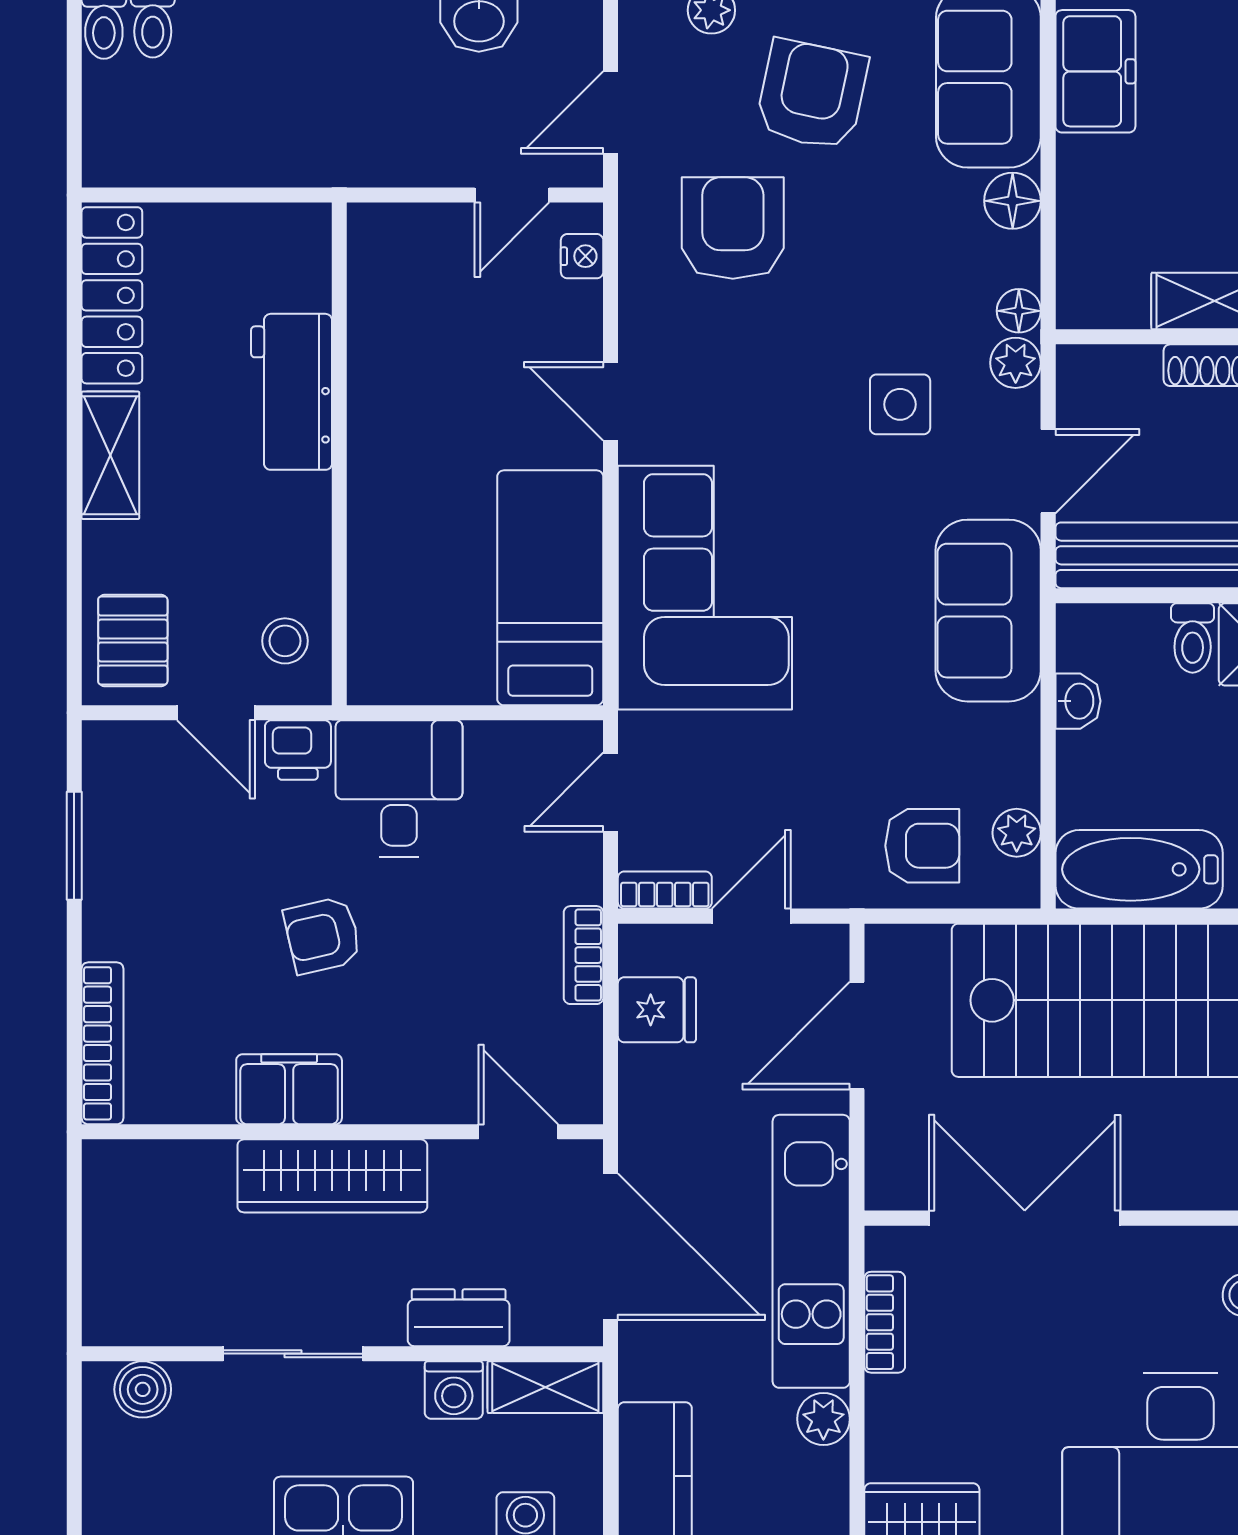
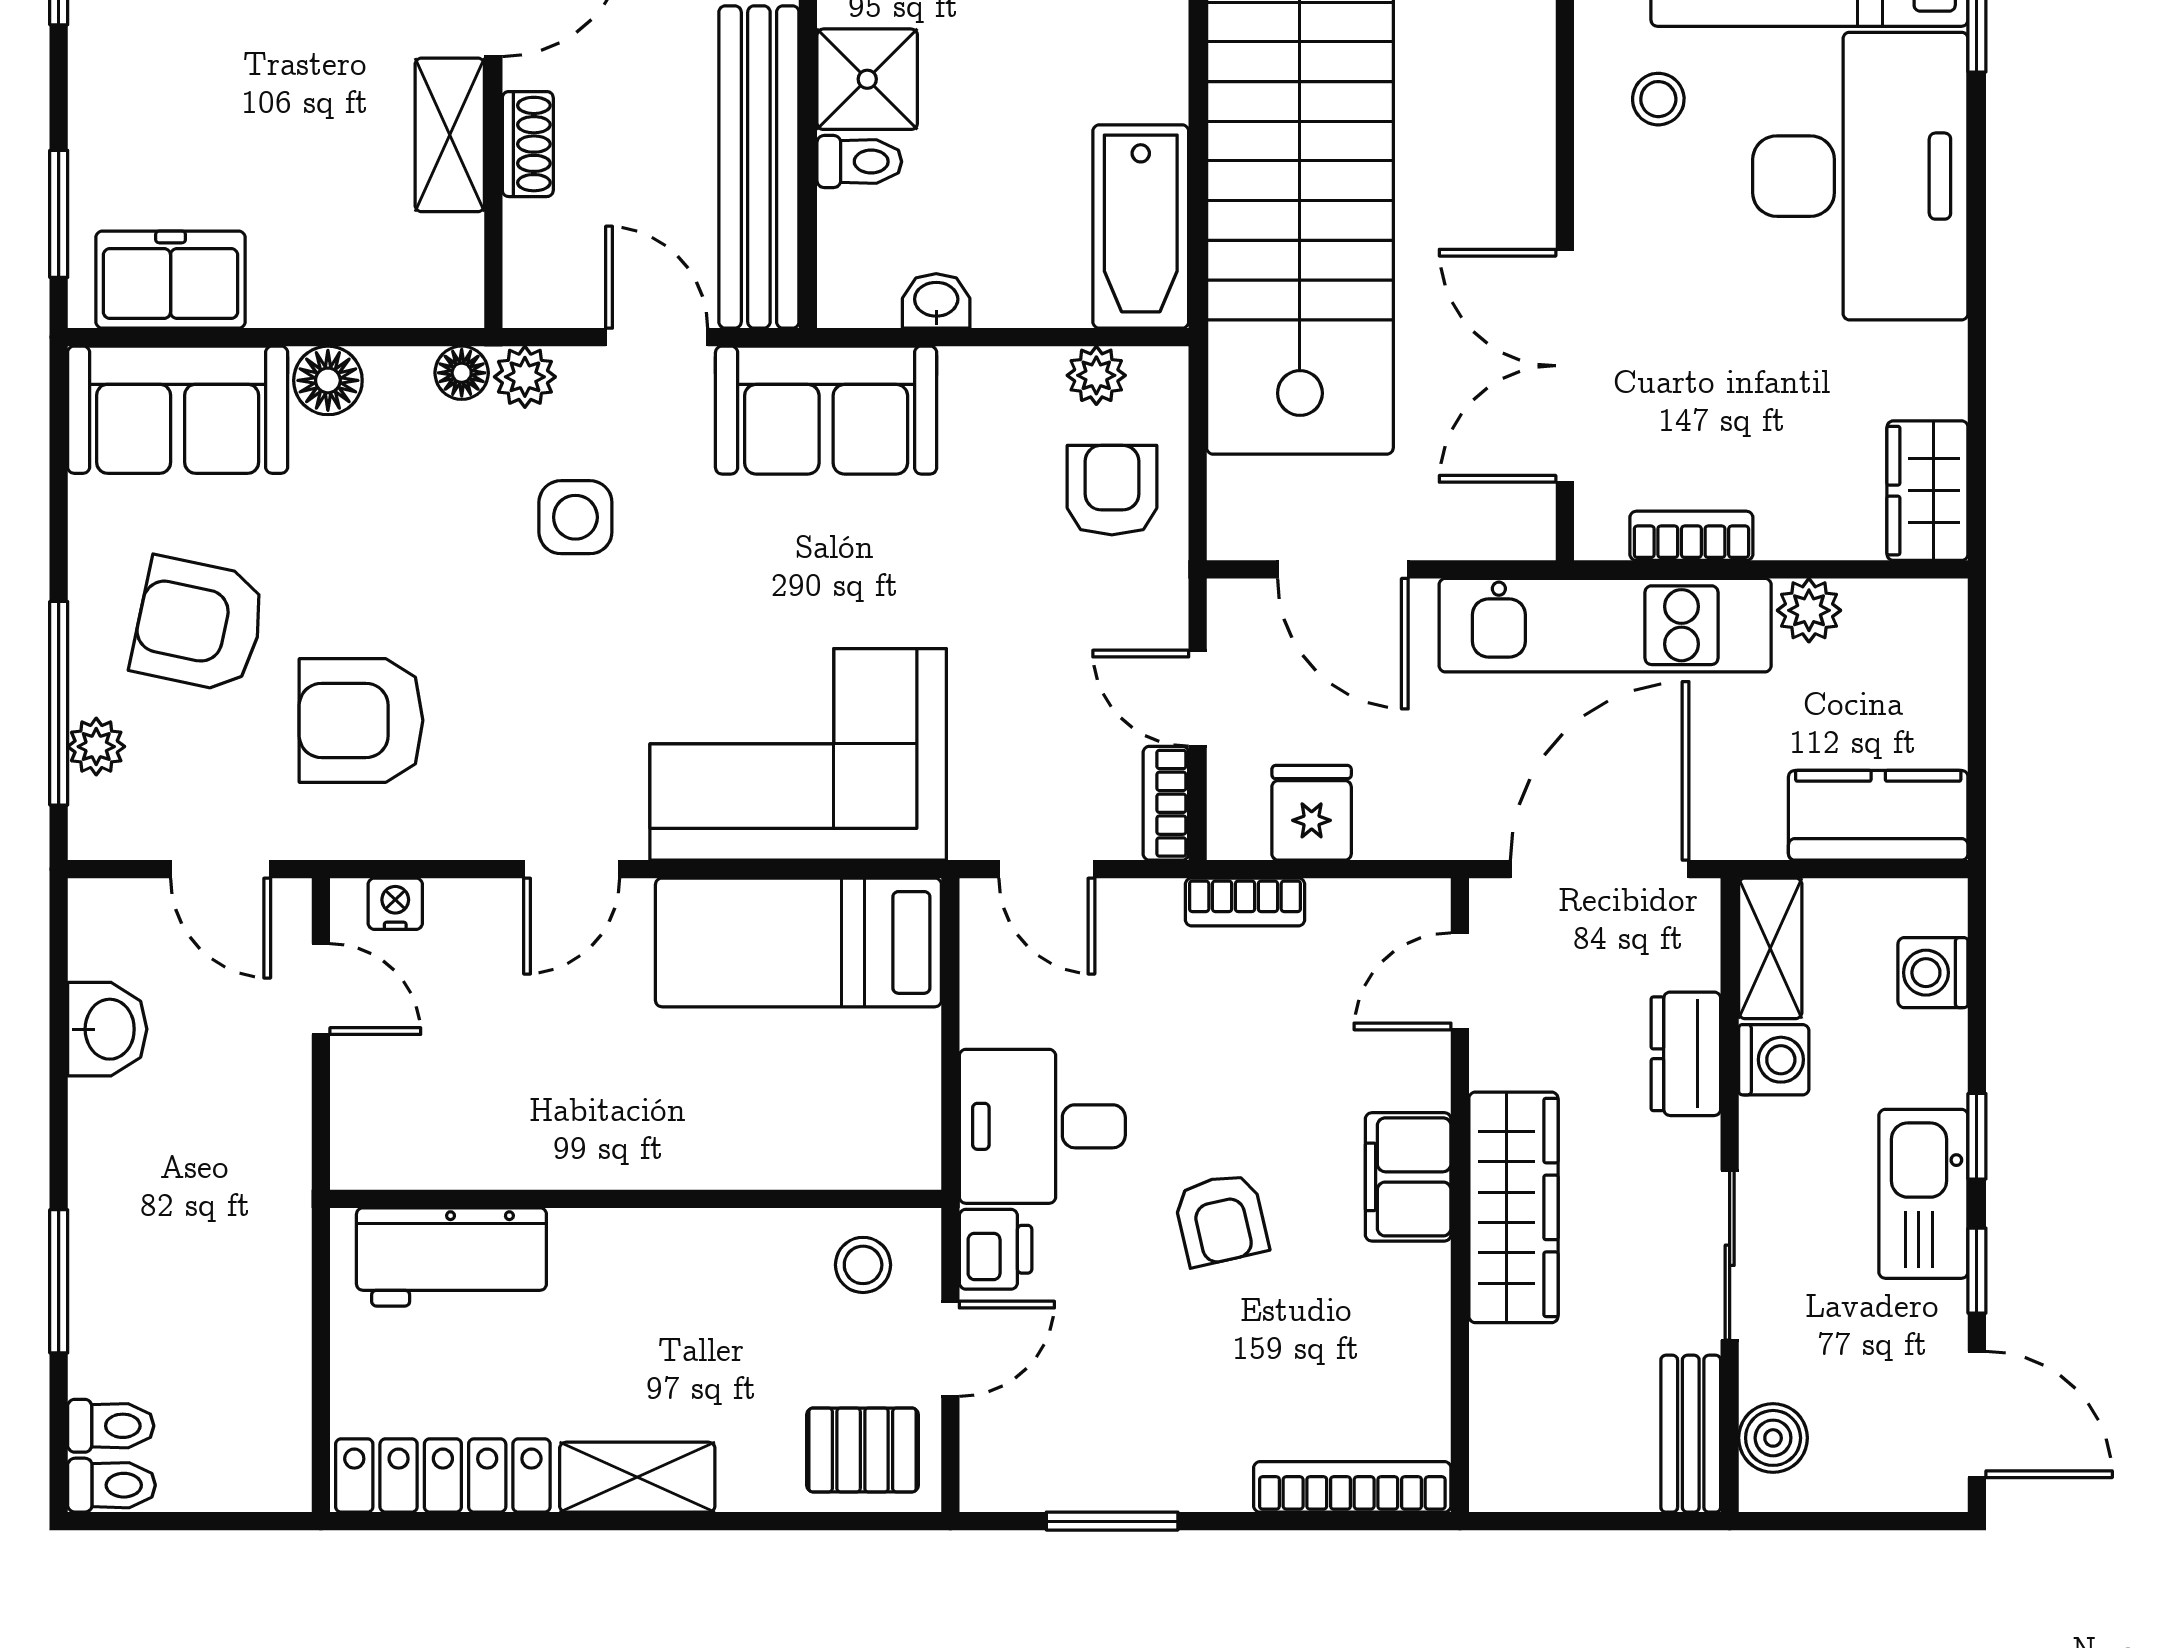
workbench: (292, 392) -> (451, 1257), moved
filing cabinet: (289, 1089) -> (1408, 1177), moved
bench: (146, 1322) -> (1691, 1434), added

